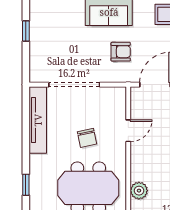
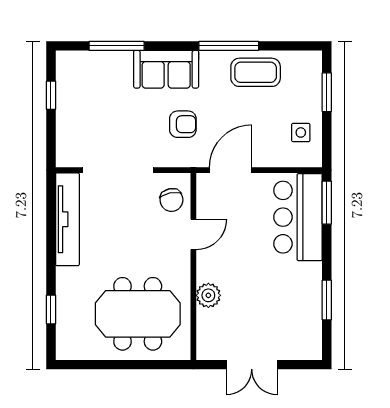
chair: (87, 138) -> (171, 200), moved
plant: (139, 191) -> (208, 295), moved

